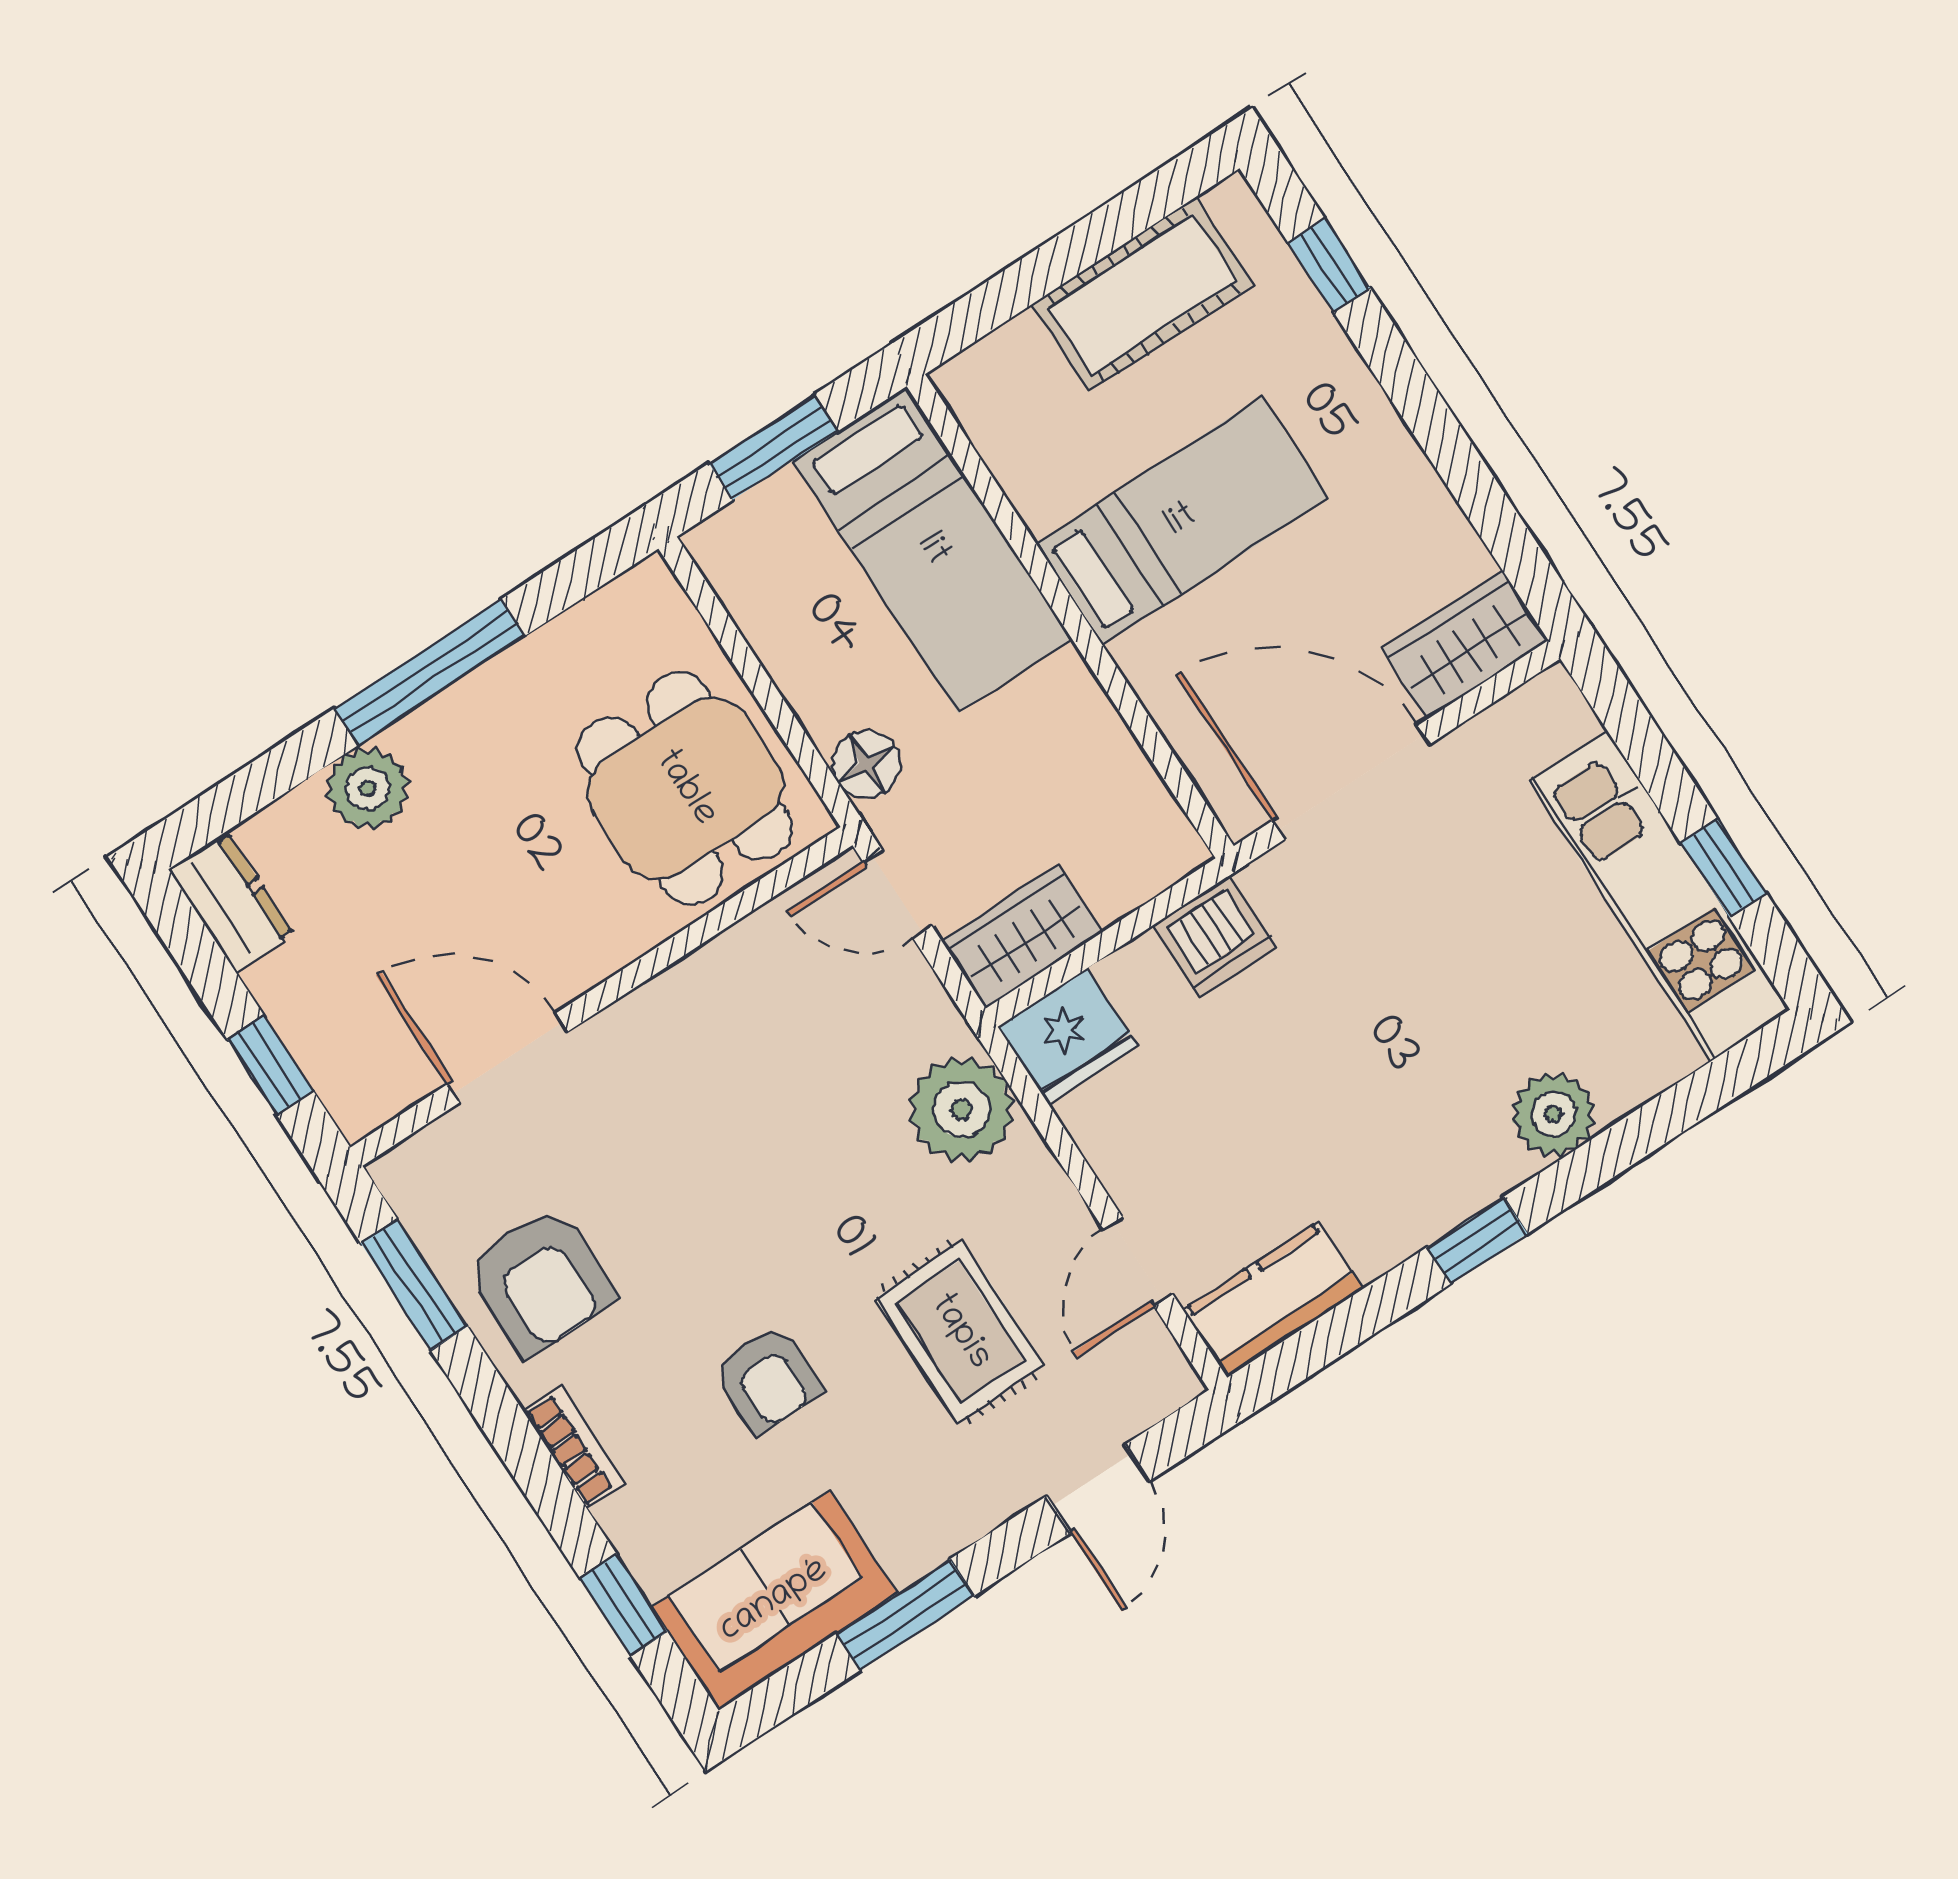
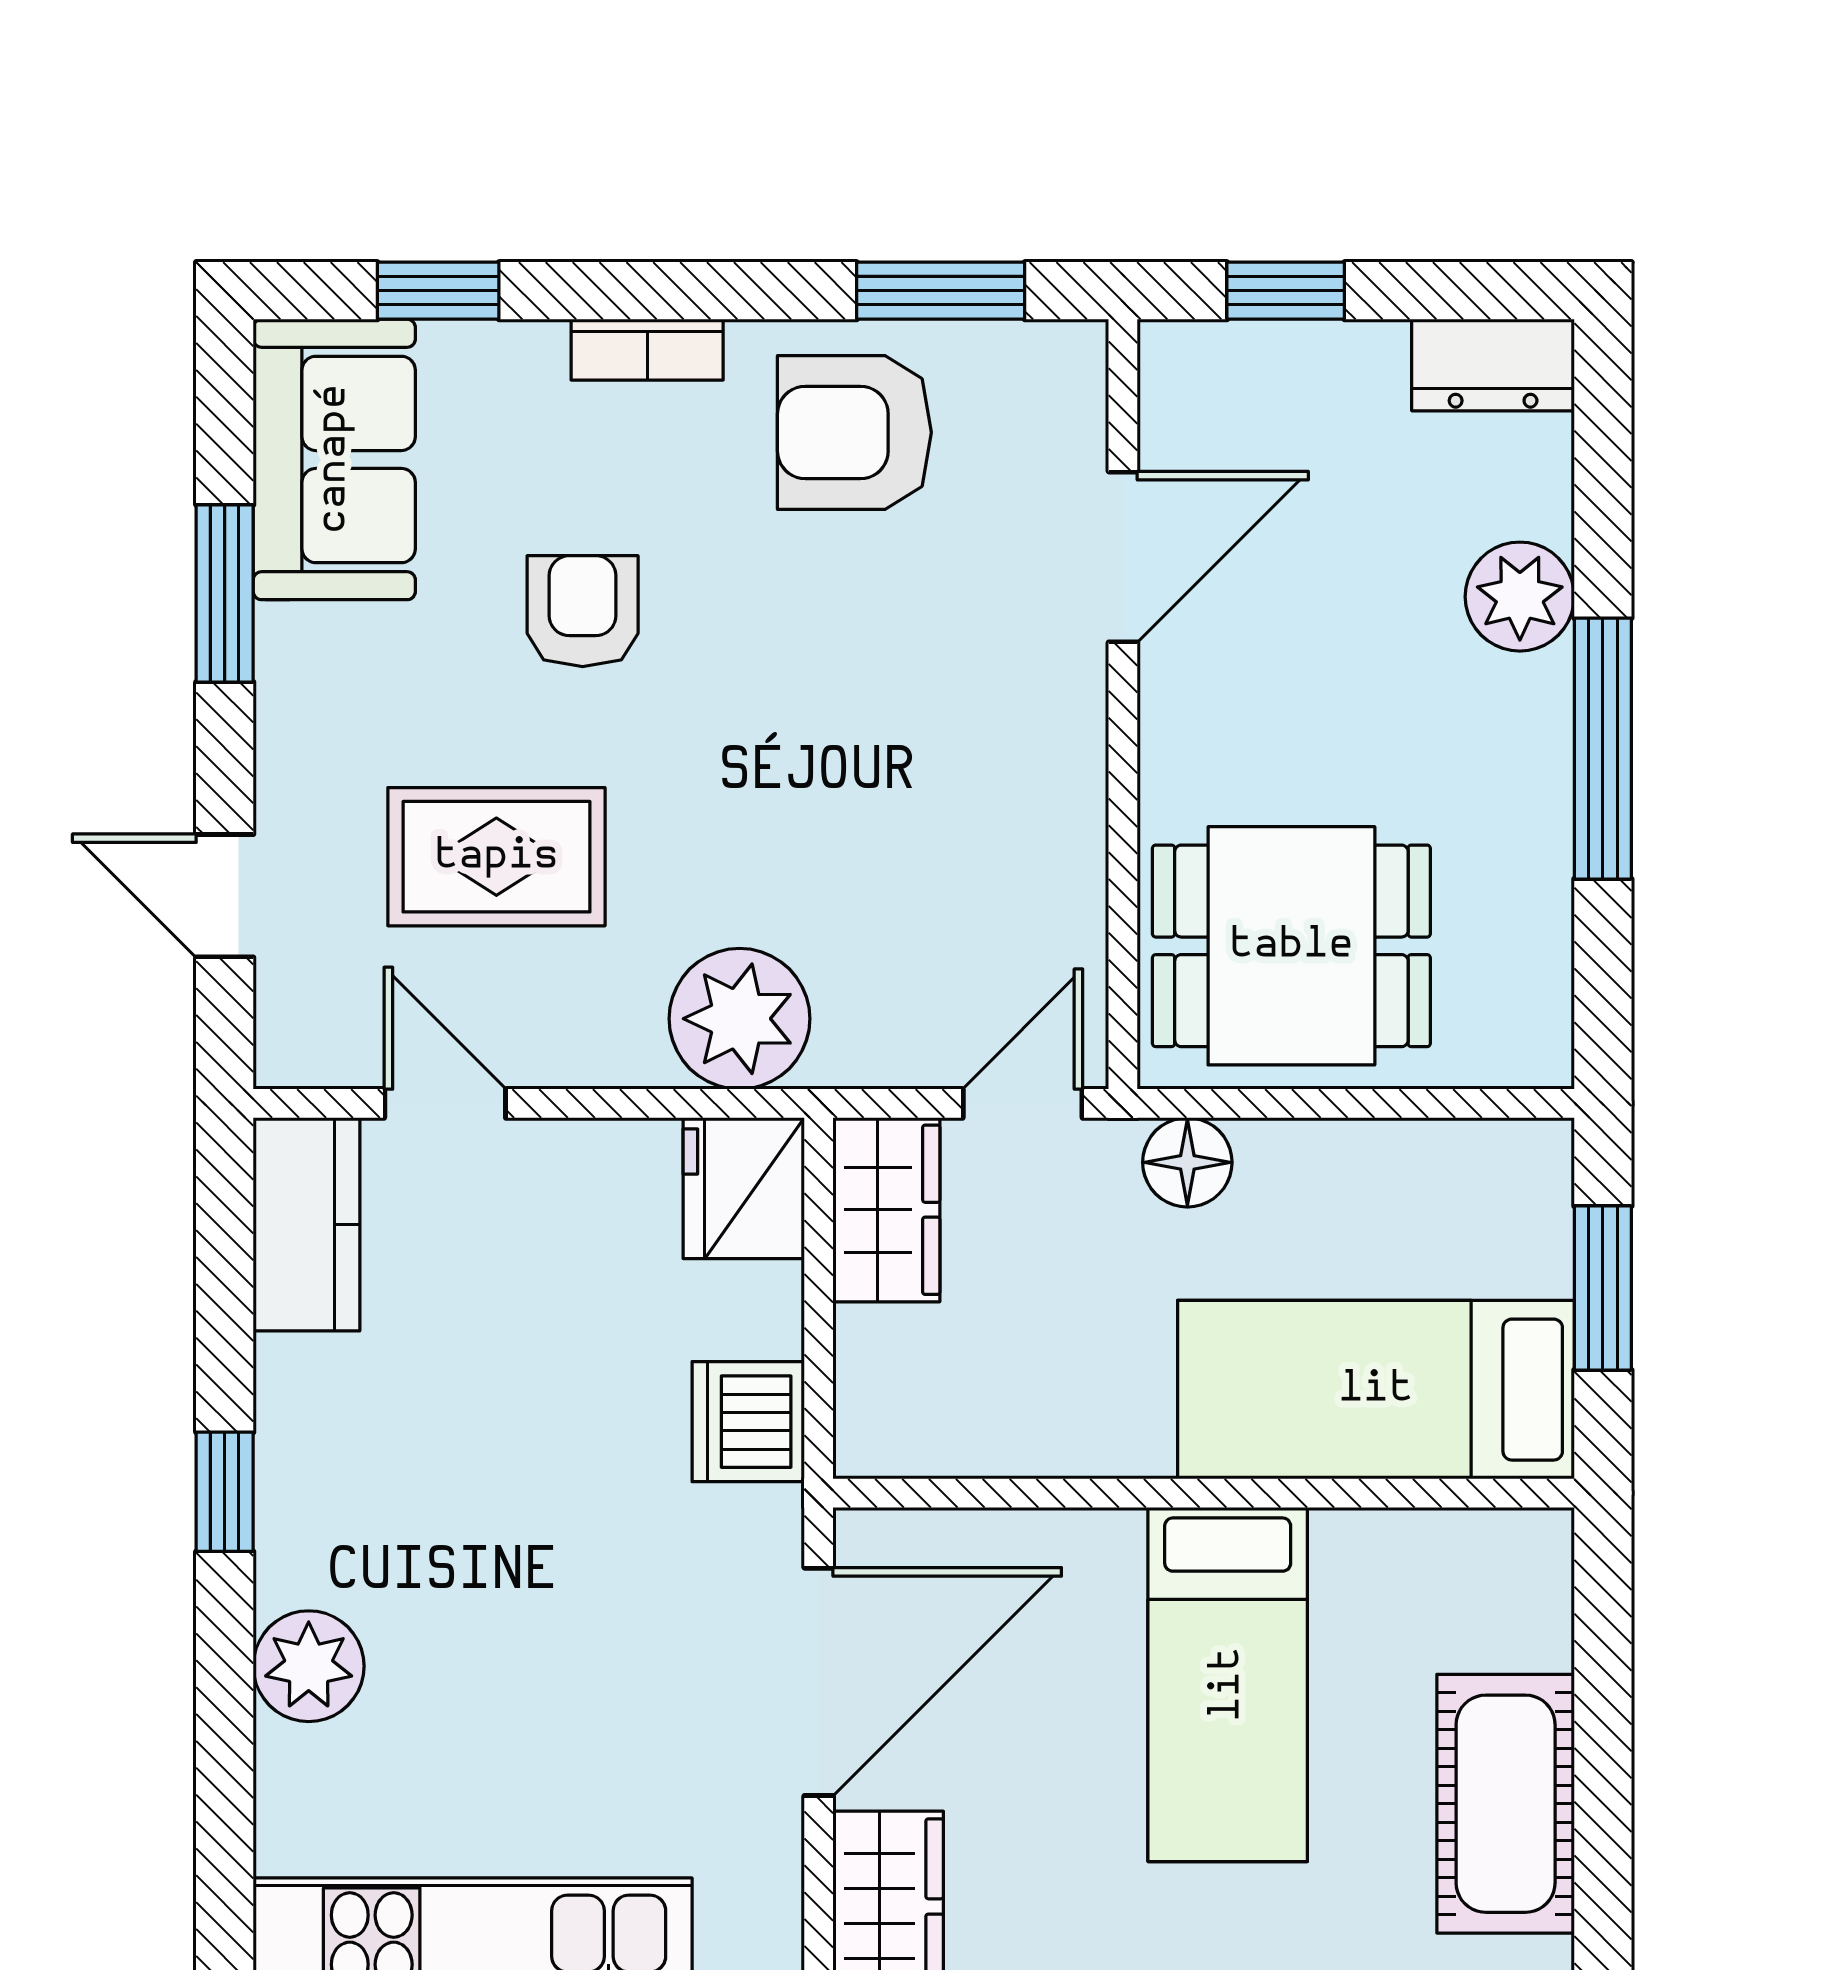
armchair: (767, 1379) -> (583, 611), turned 90

